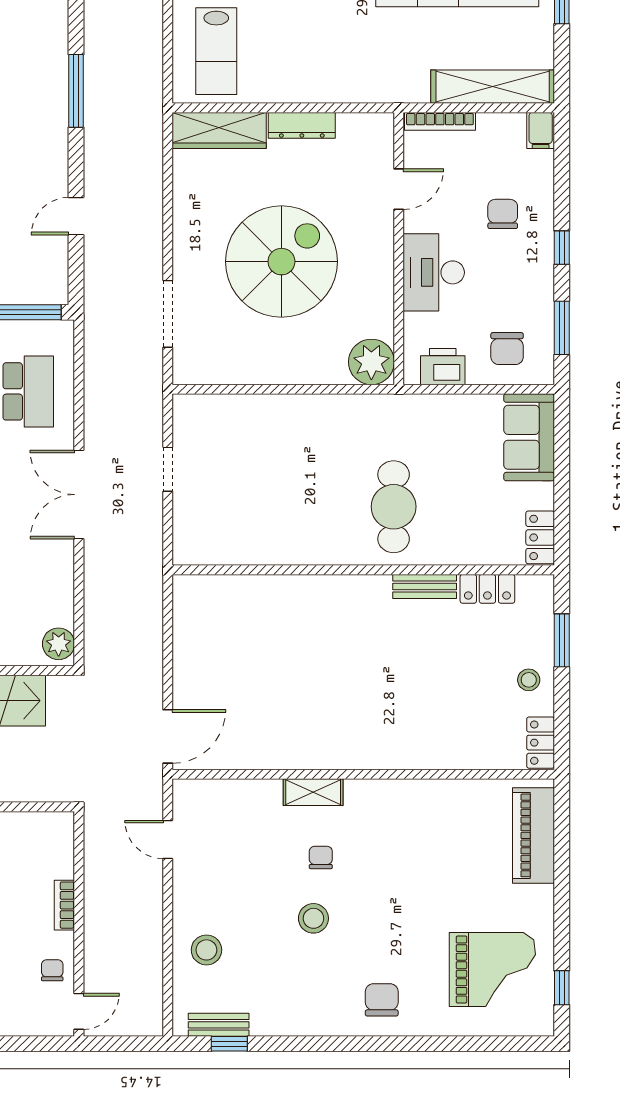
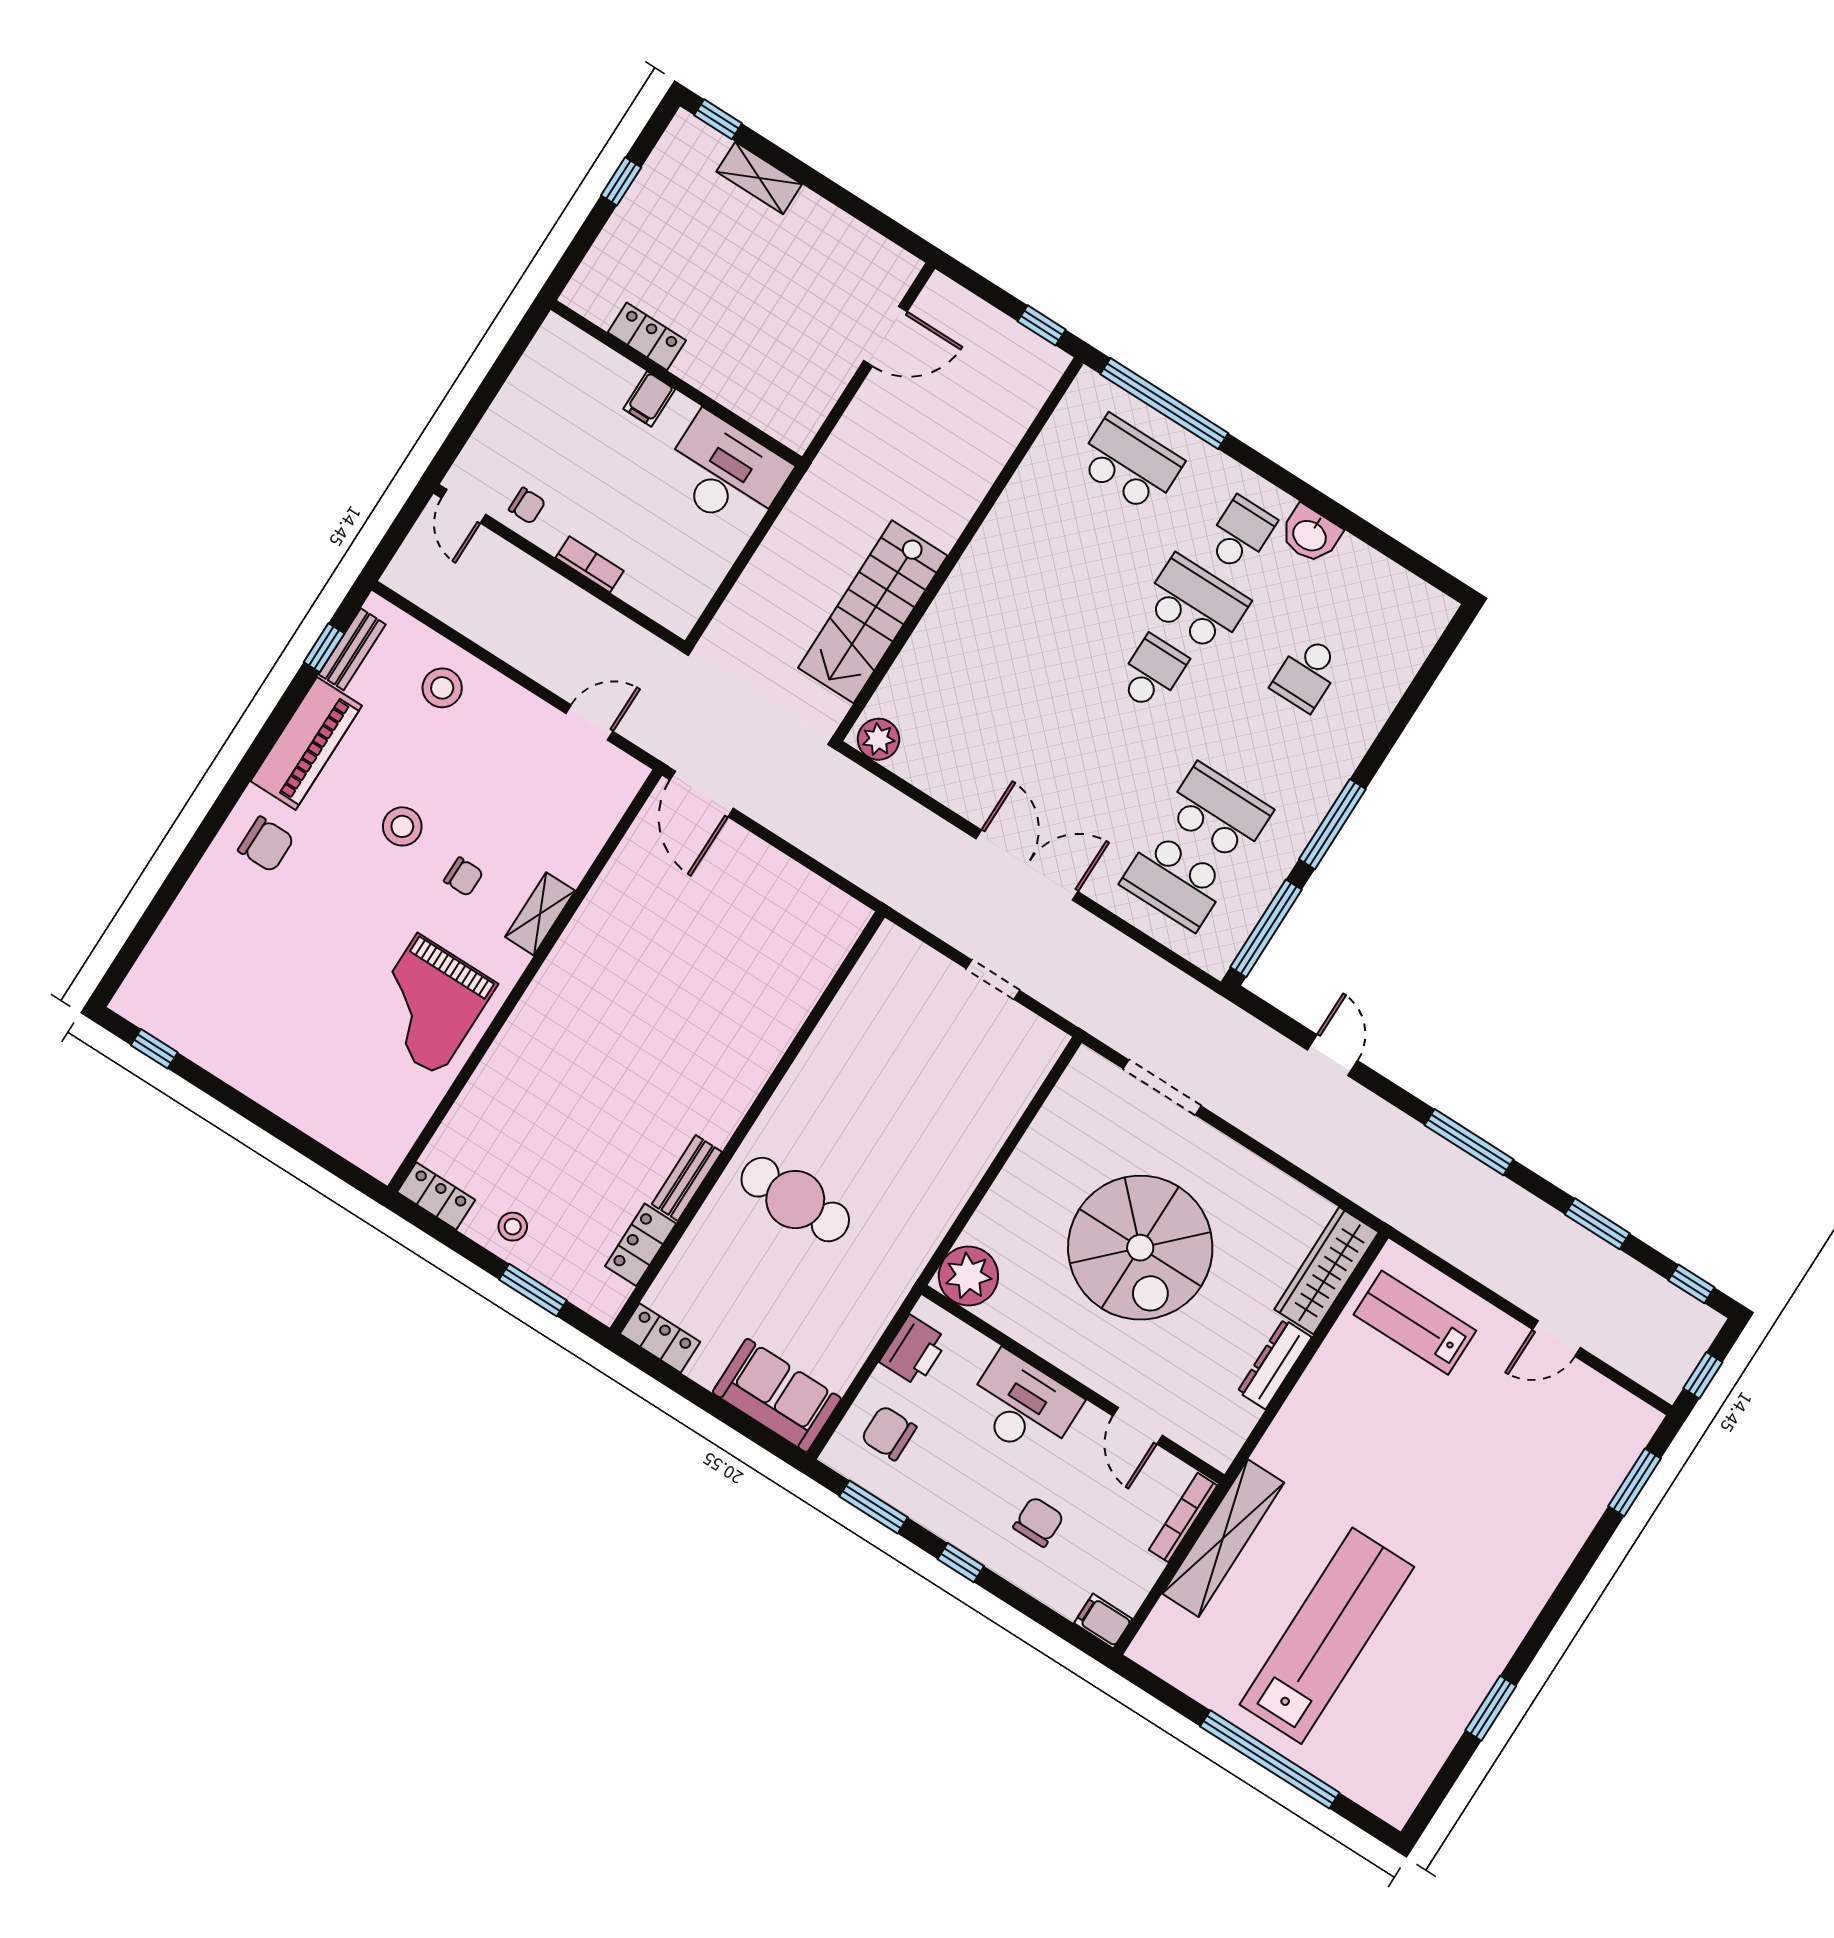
shelving: (493, 87) -> (1223, 1538), moved
chair: (503, 214) -> (1039, 1522), turned -90
piano: (533, 835) -> (306, 743), moved, turned 90
grand piano: (492, 969) -> (428, 1005), moved

